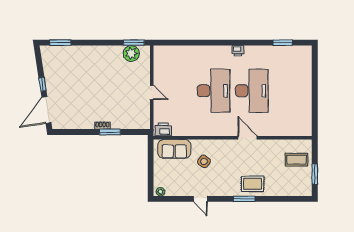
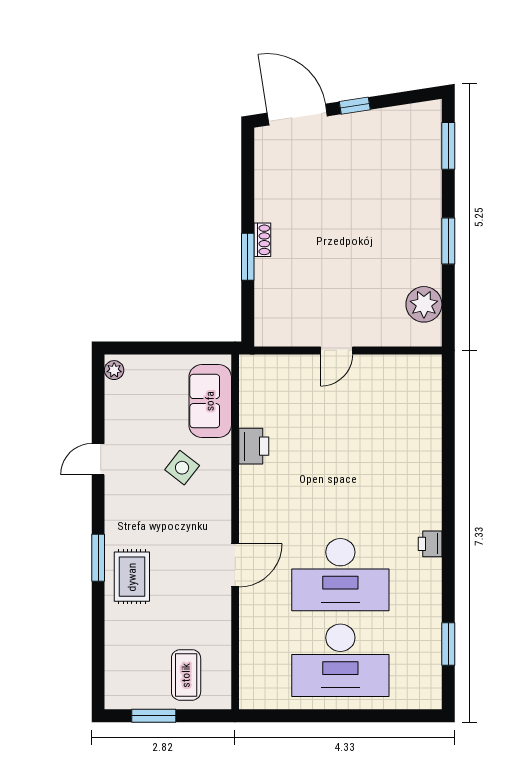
window: (134, 43) -> (448, 241), moved
desk: (214, 91) -> (340, 660), moved
printer: (163, 129) -> (254, 446), moved

